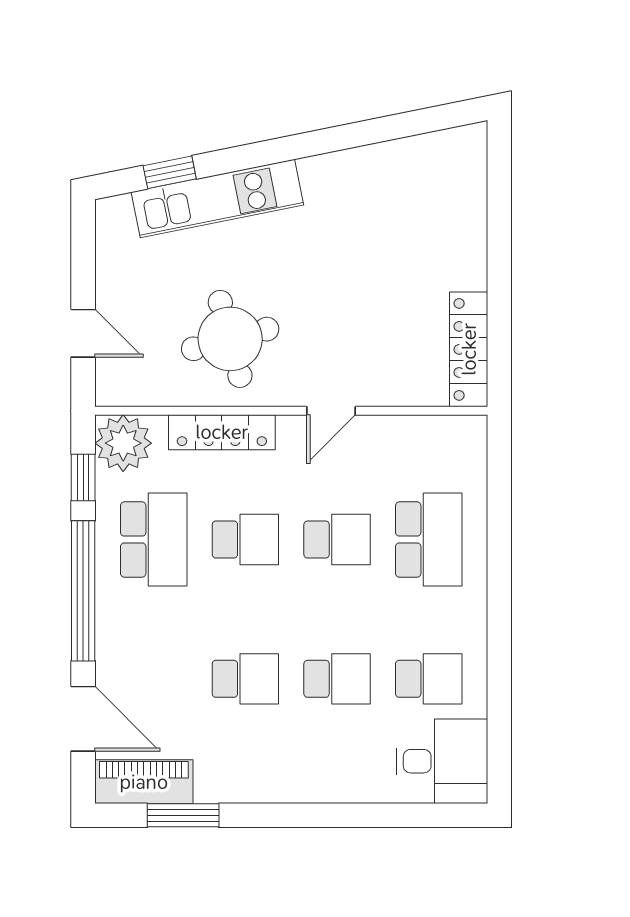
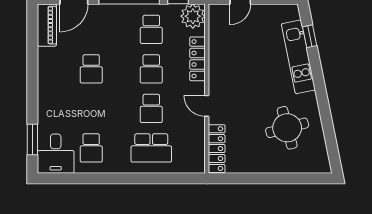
round table: (230, 339) -> (287, 128), moved
locker: (469, 349) -> (217, 149), moved, turned 90
school desk: (154, 540) -> (151, 29), width x0.54
school desk: (337, 679) -> (91, 108), removed
window: (183, 815) -> (32, 140), moved

